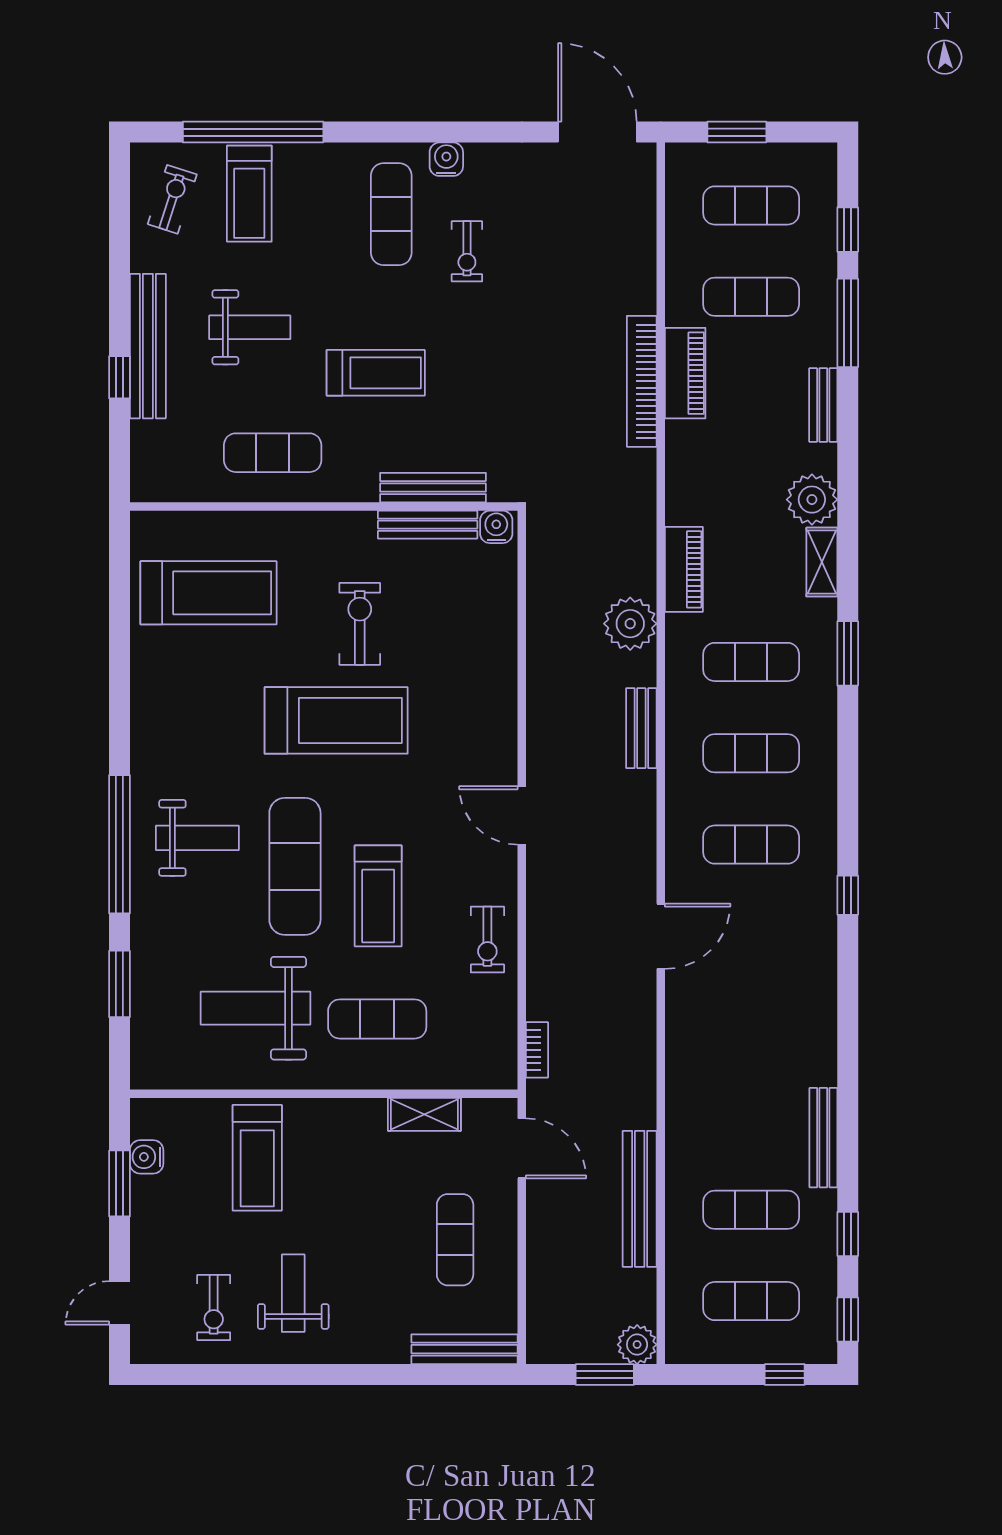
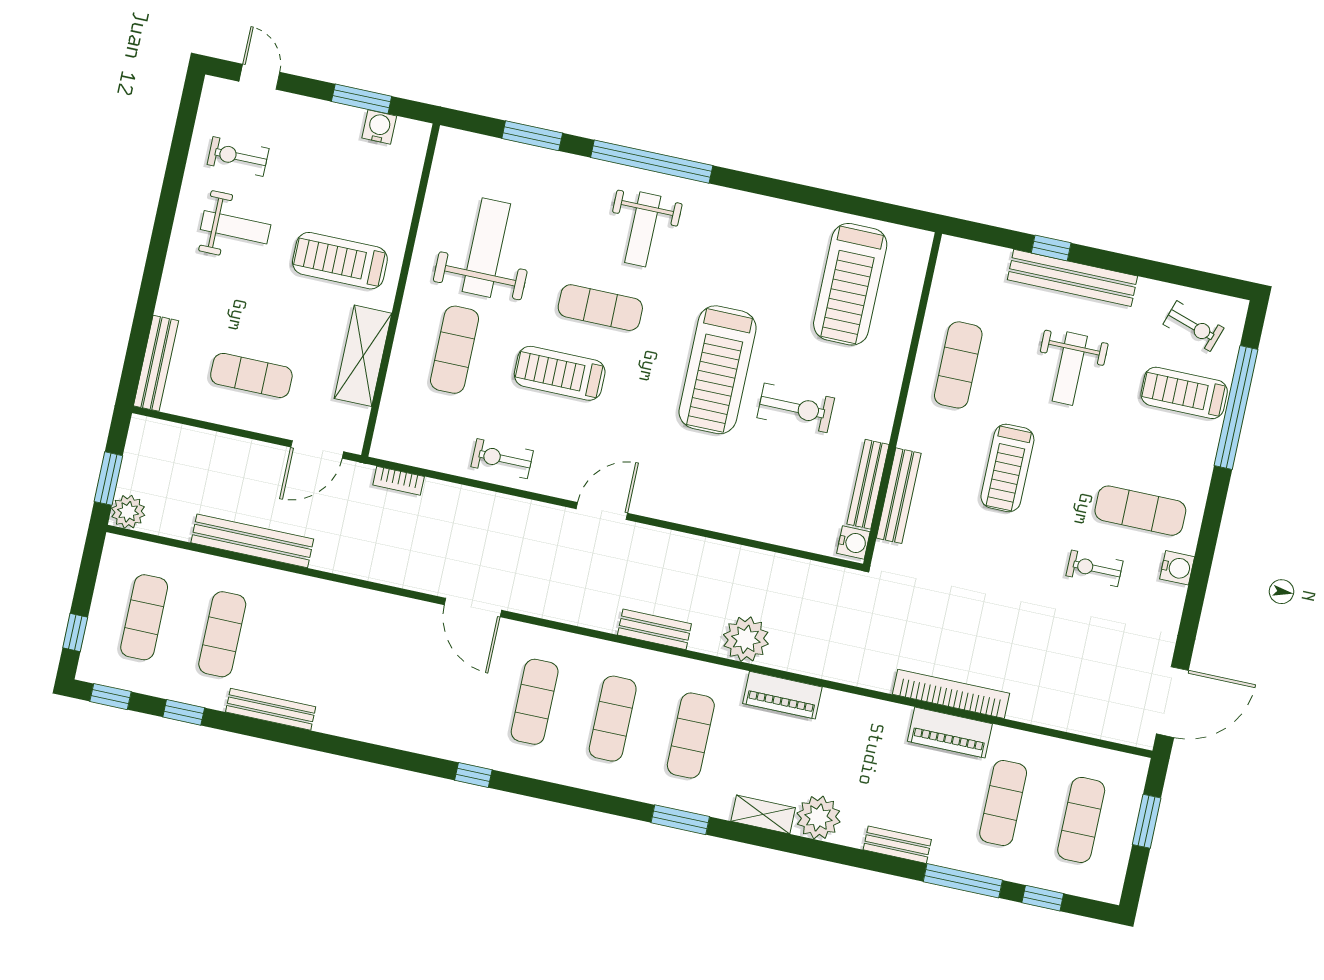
exercise mat: (295, 866) -> (600, 308), width x0.73, depth x0.69
shelving: (424, 1114) -> (363, 356), width x1.50, depth x1.33
treadmill: (257, 1158) -> (340, 261), moved

